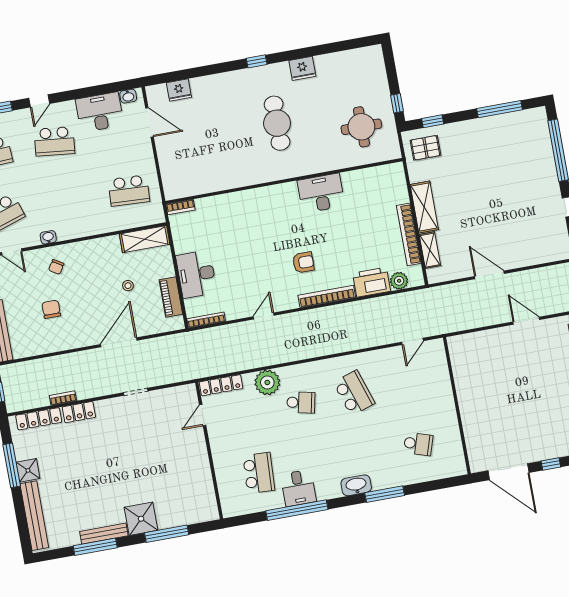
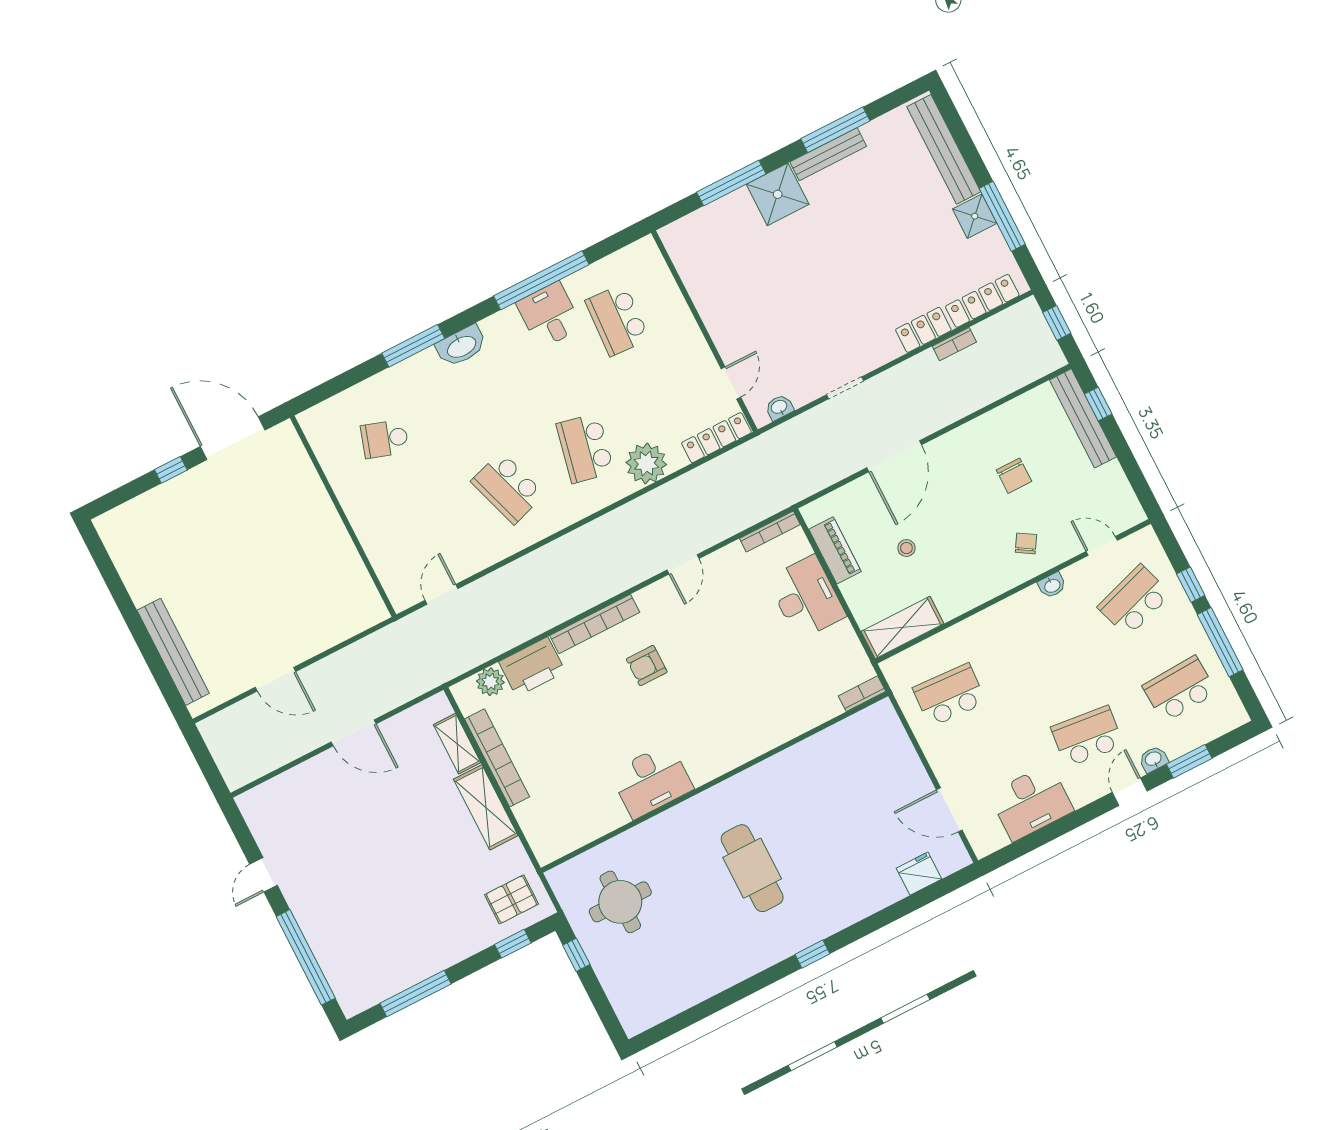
fridge: (302, 68) -> (739, 964), removed
washbasin: (128, 96) -> (1153, 759), moved
washbasin: (178, 392) -> (779, 407), added
school desk: (301, 403) -> (585, 448), width x1.85

